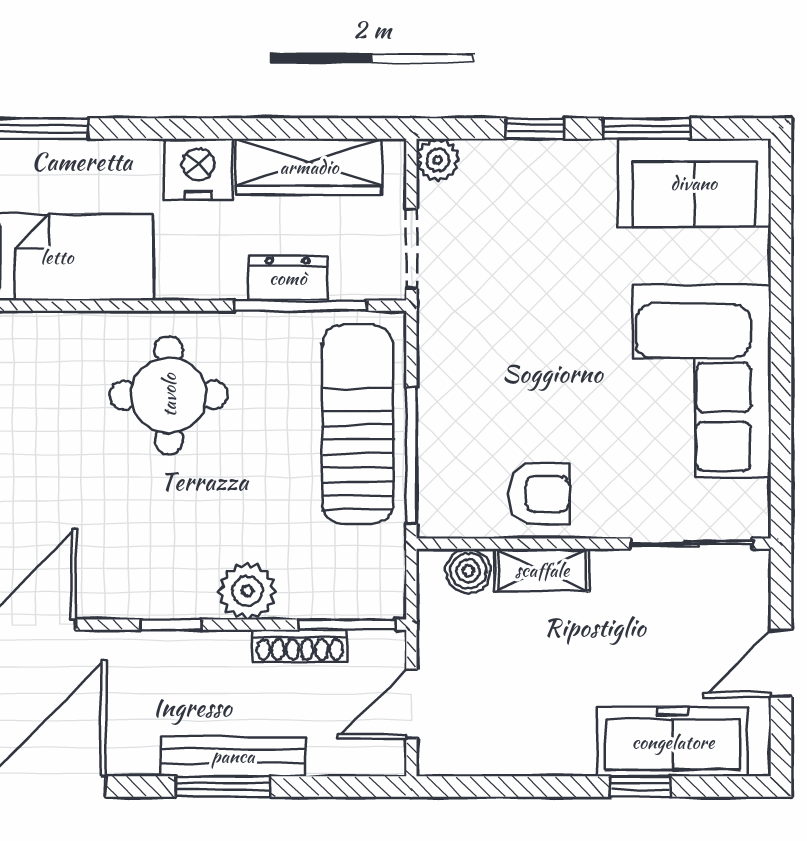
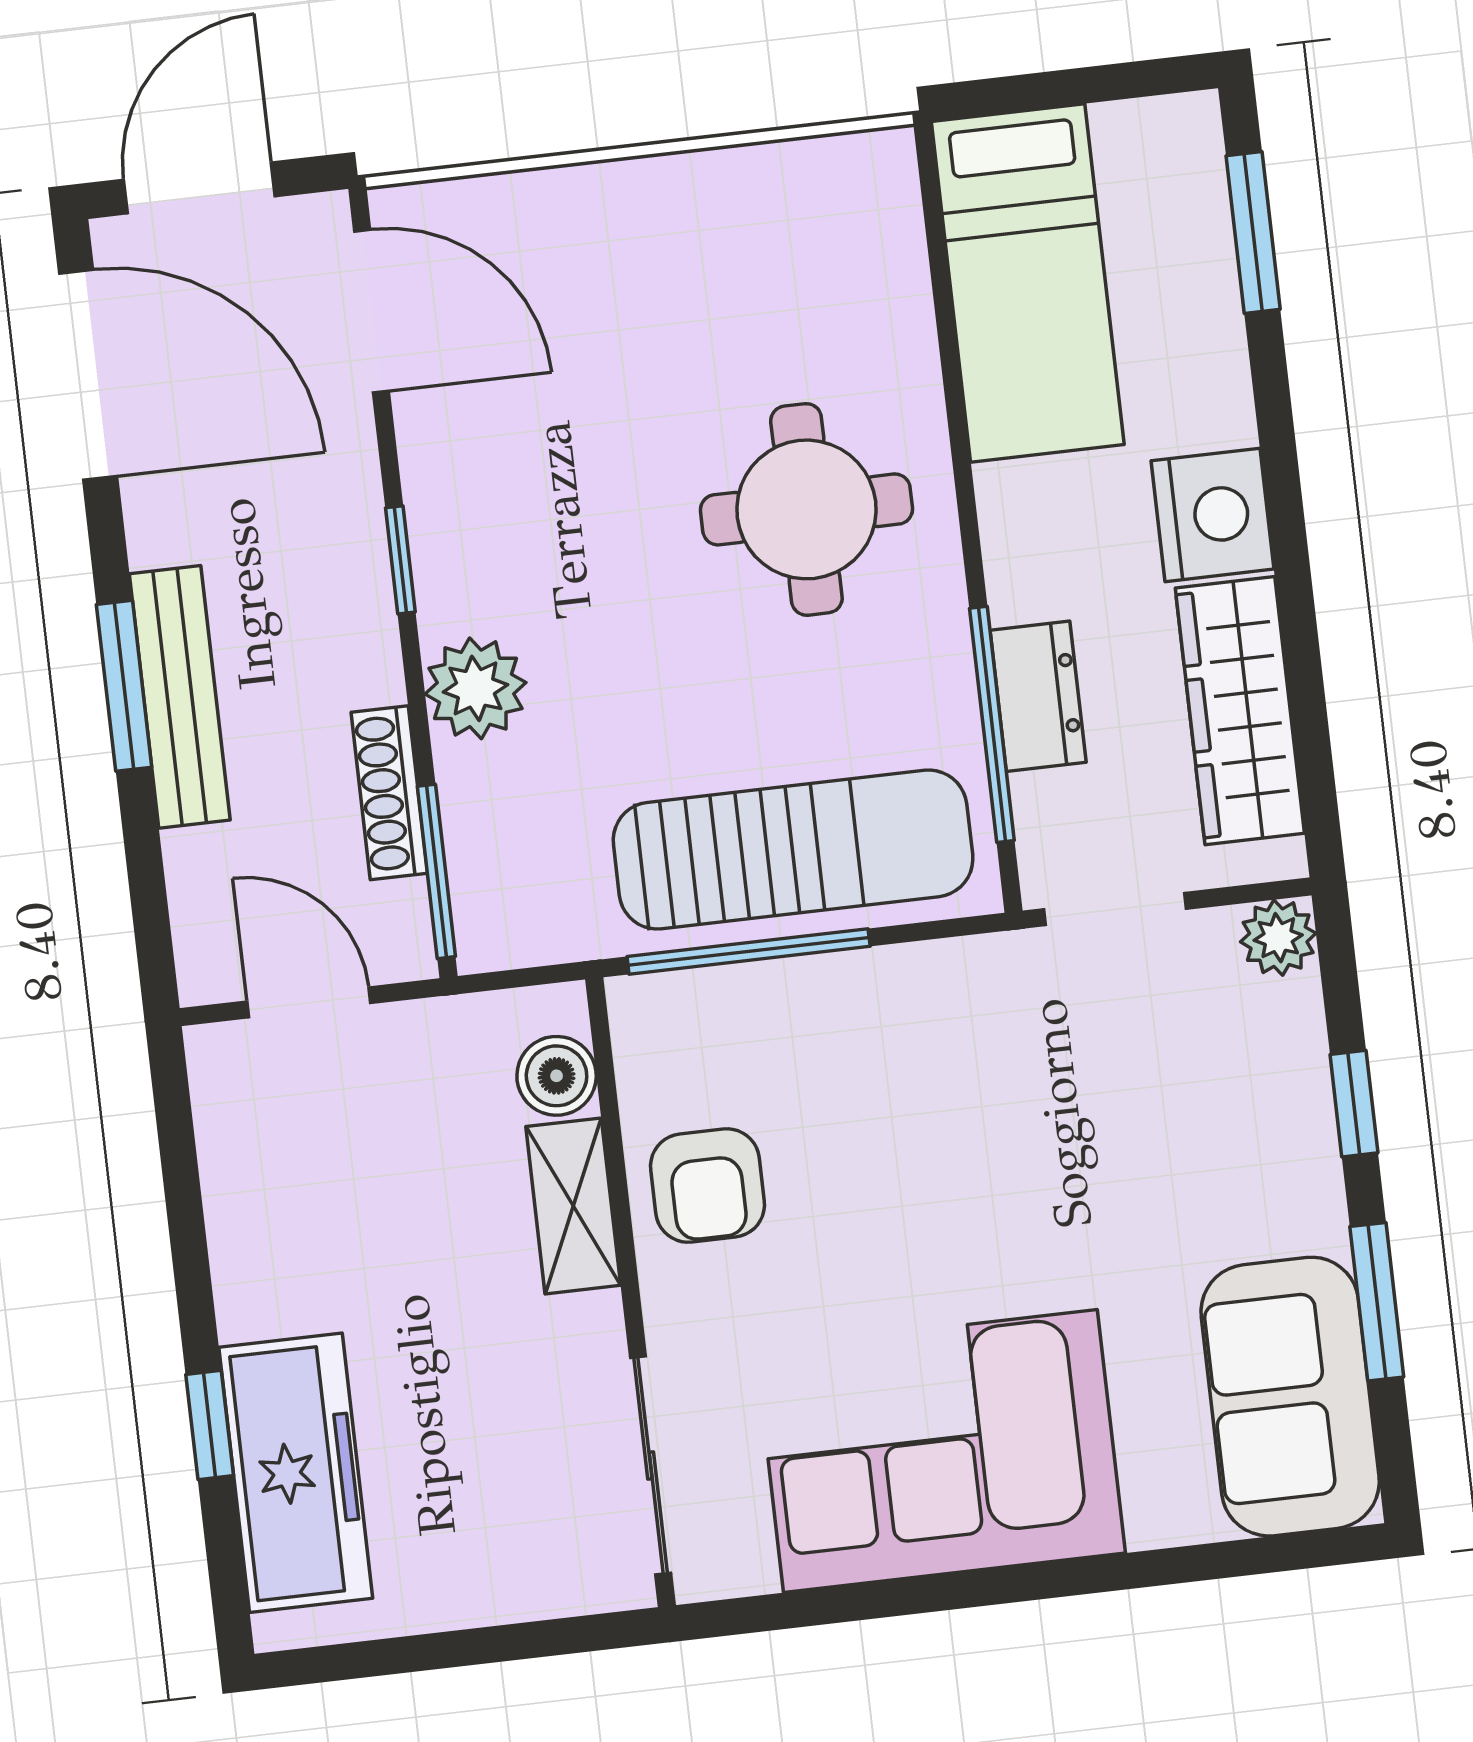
door: (781, 664) -> (456, 1649), removed

